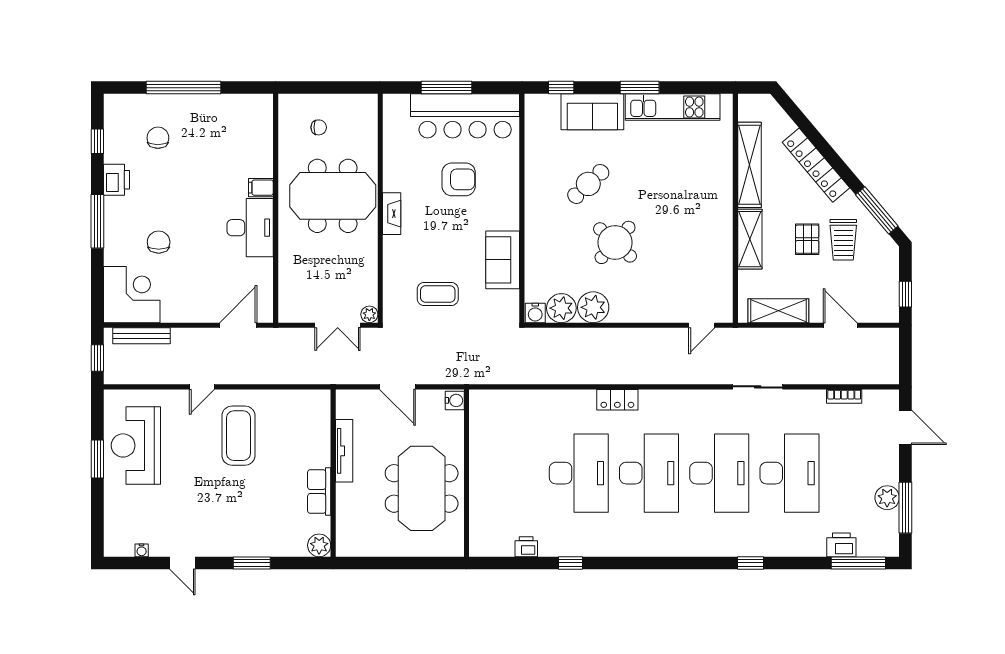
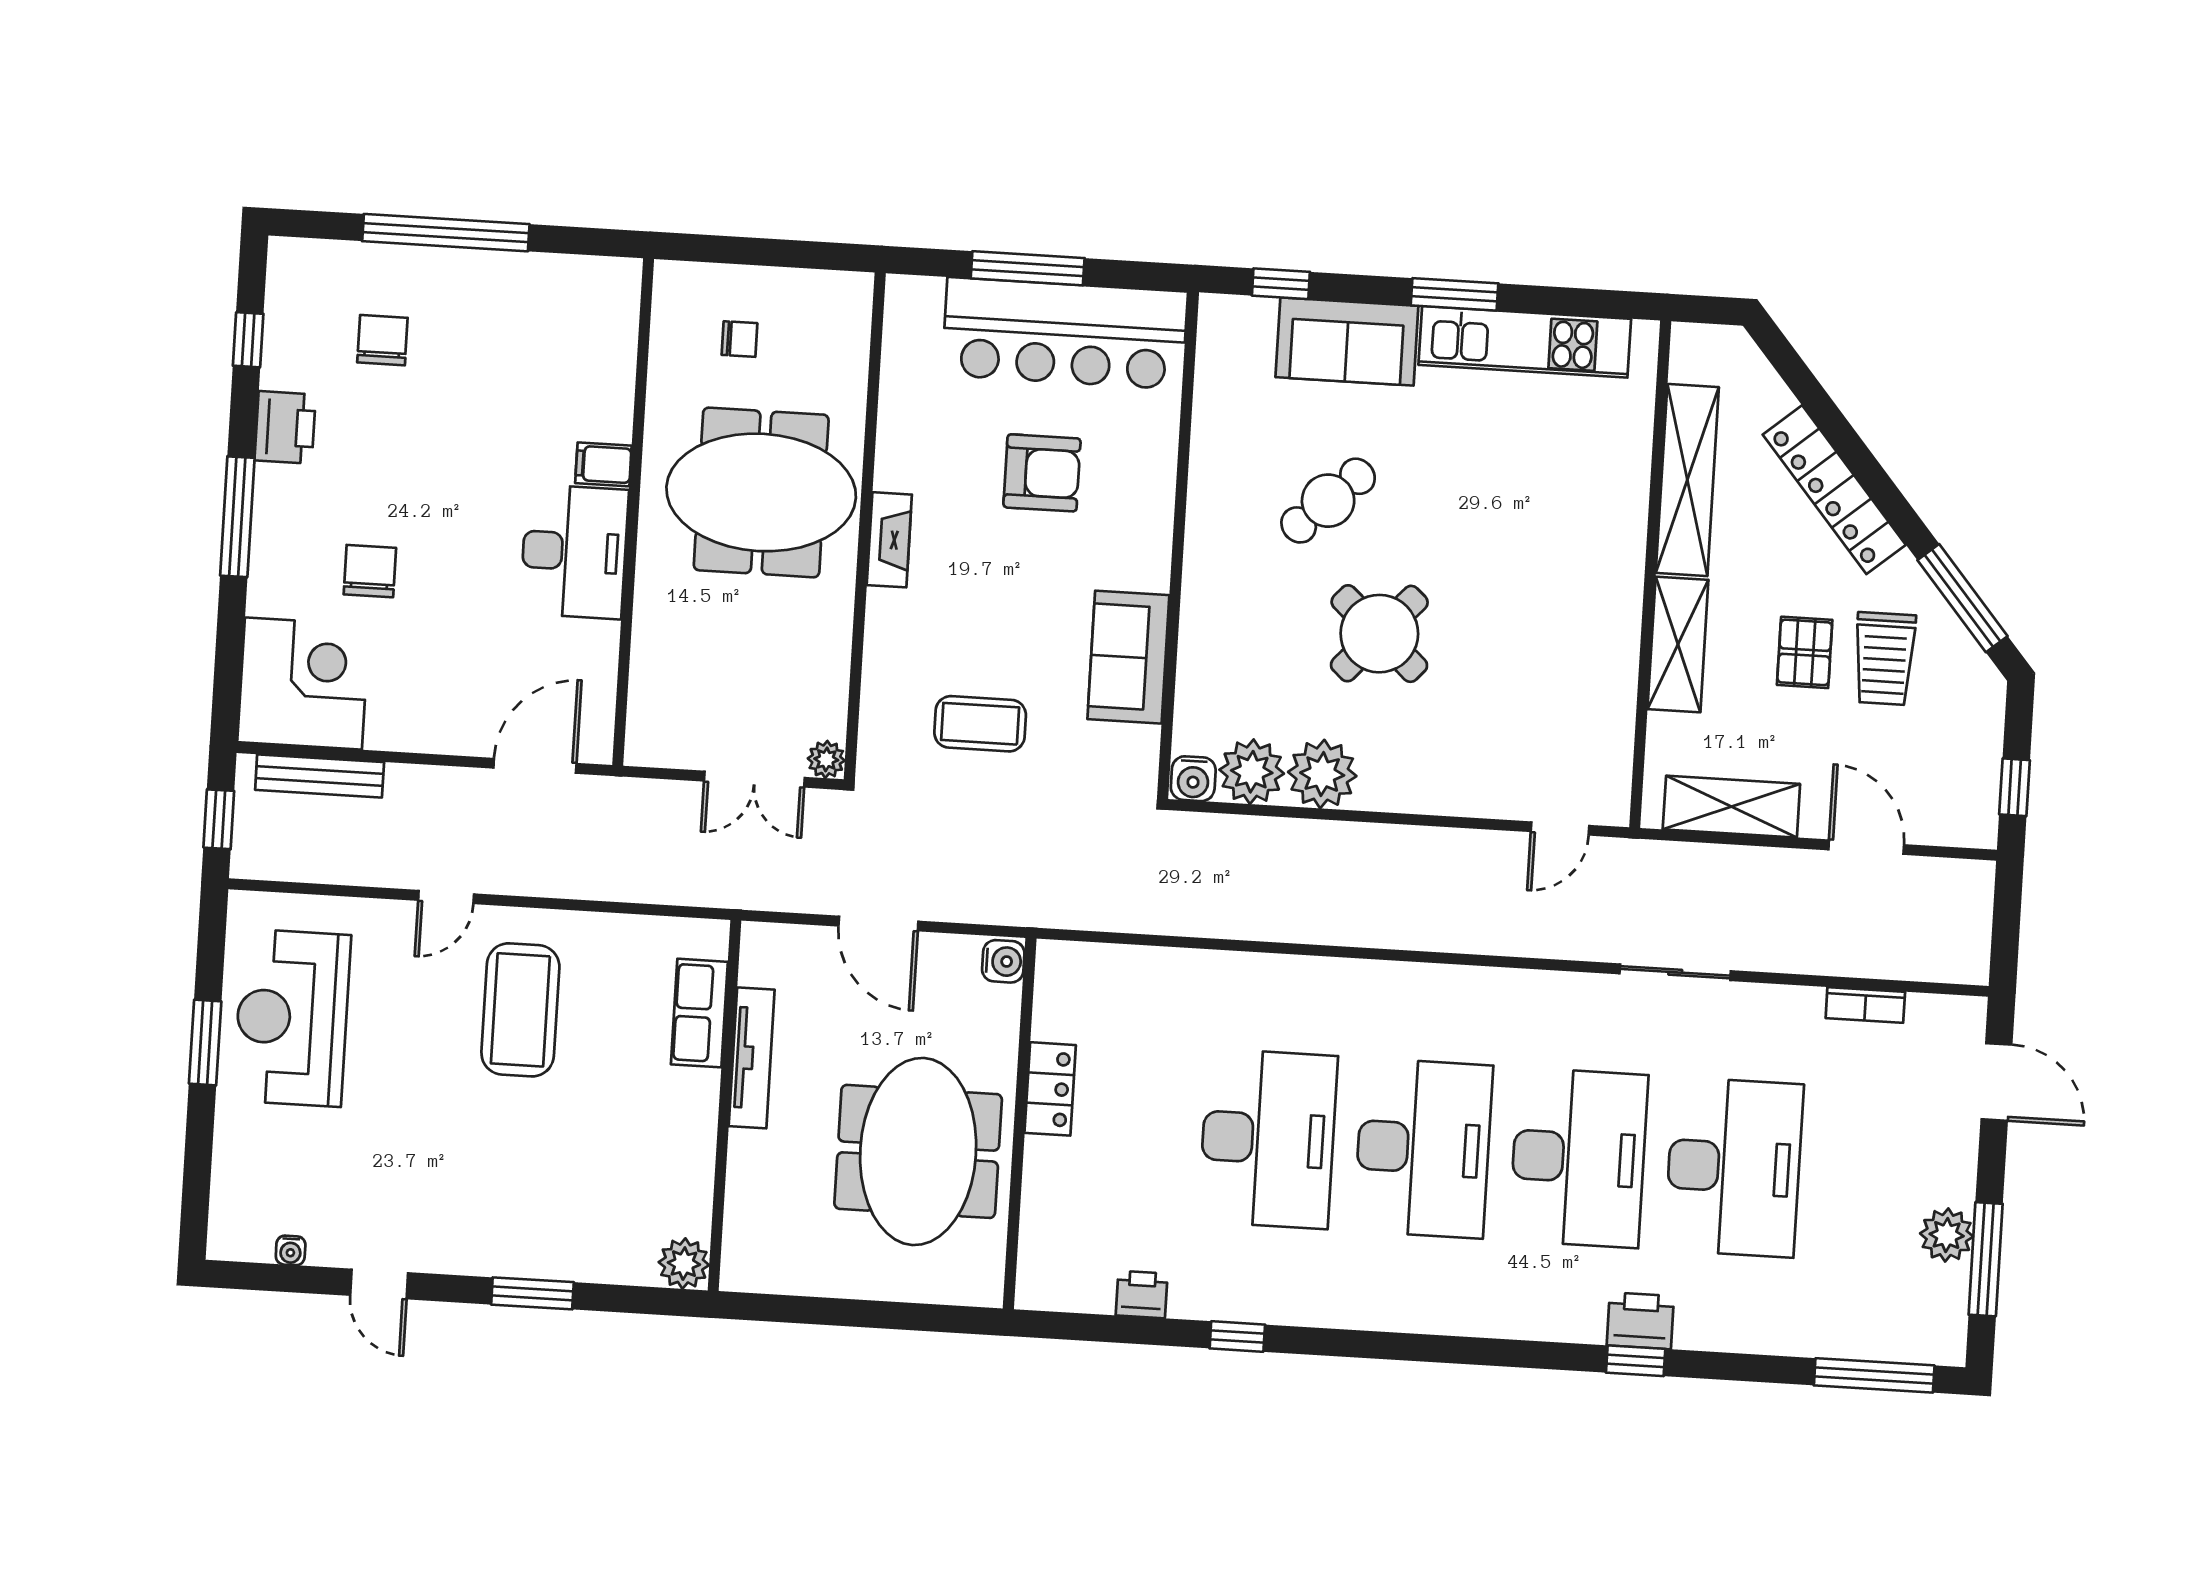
locker: (617, 400) -> (1050, 1089), moved, turned -90
row of seats: (319, 492) -> (699, 1013), moved
printer: (841, 545) -> (1640, 1321), moved

